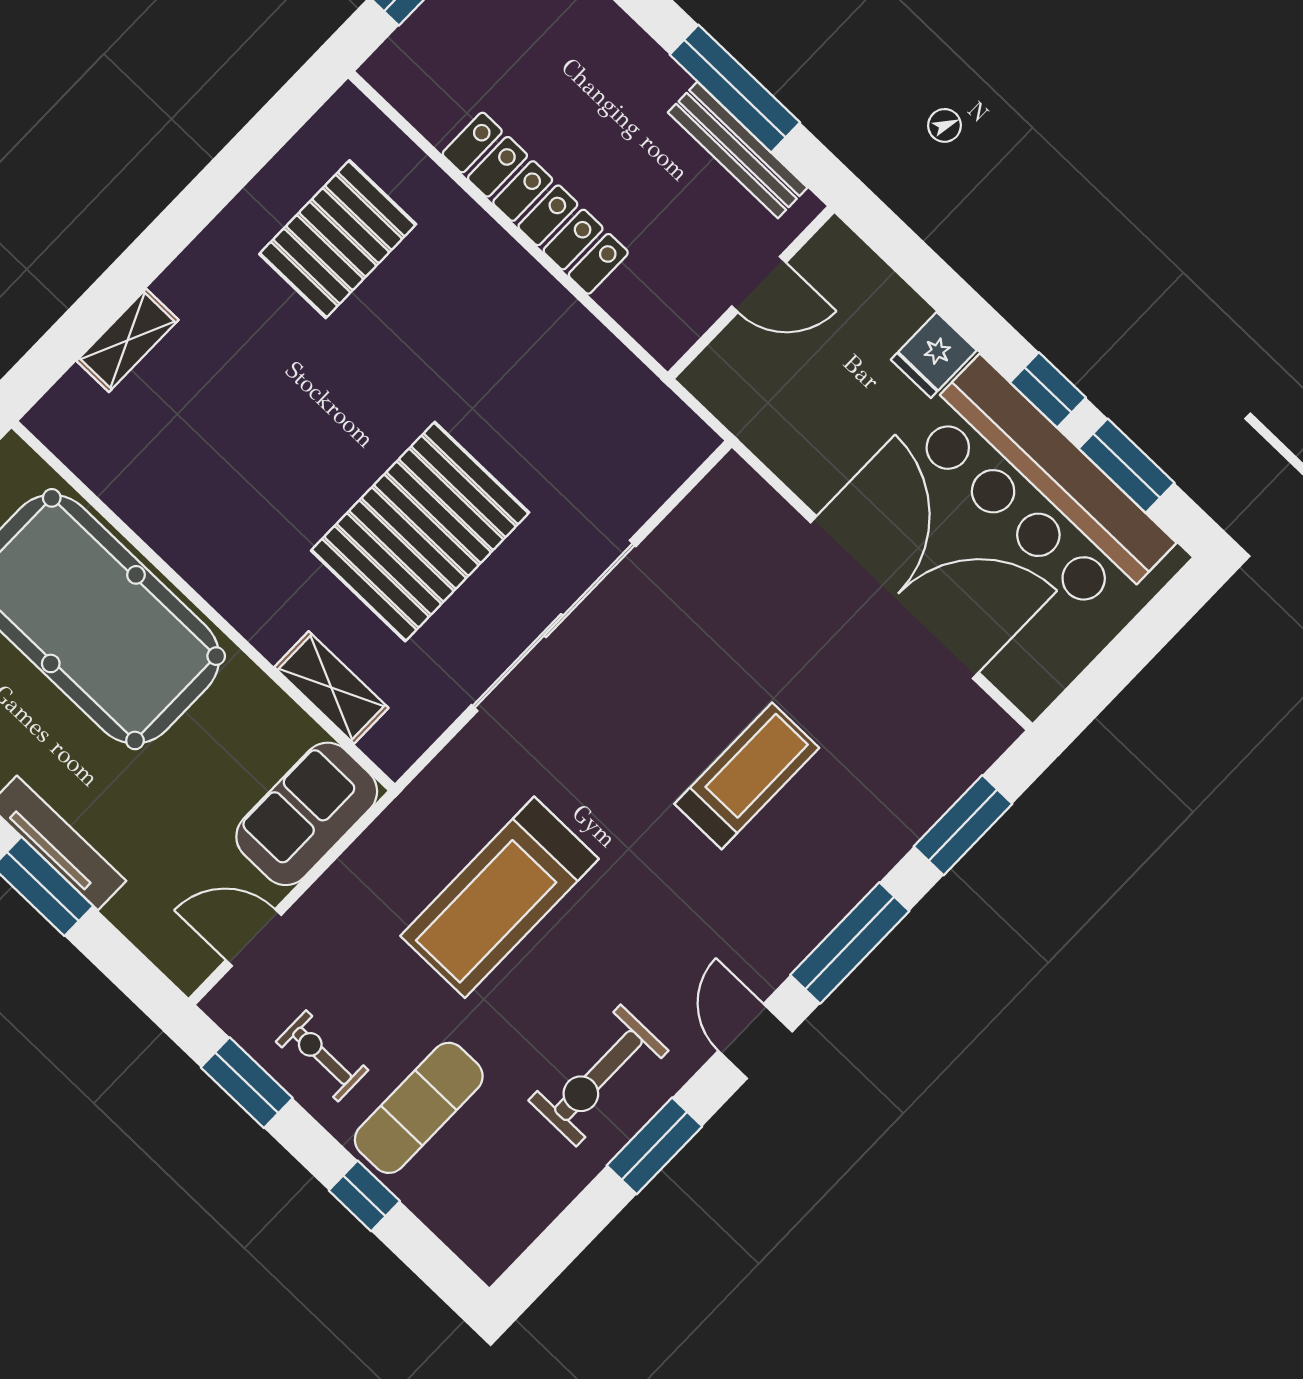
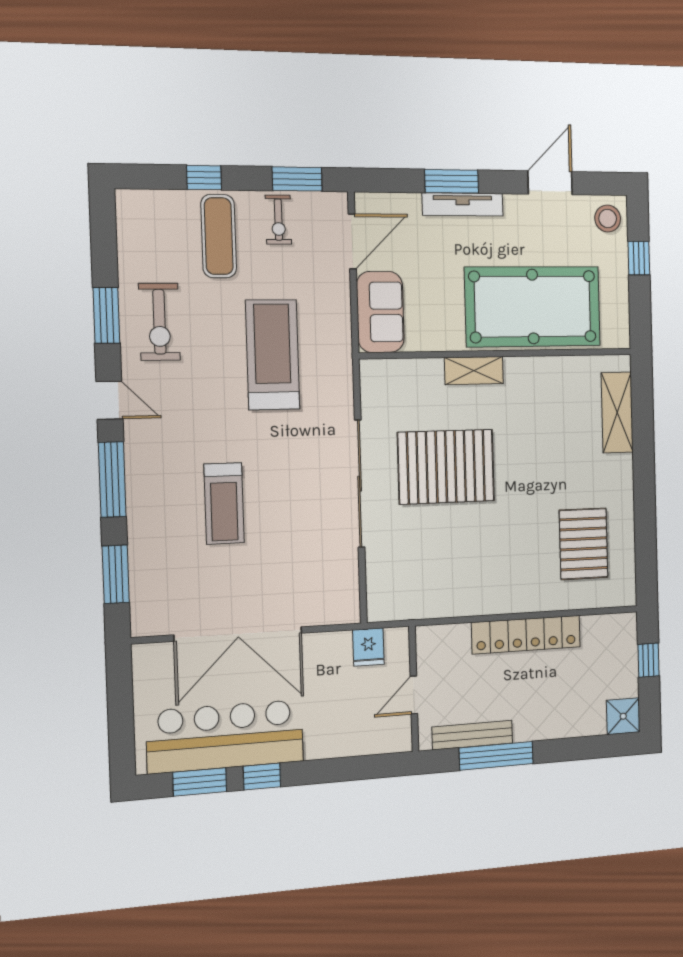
shelving: (128, 340) -> (617, 412), width x1.50, depth x1.33
fridge: (934, 355) -> (368, 647), moved, turned 180
pallet: (420, 532) -> (446, 467), turned 90
shelving: (331, 687) -> (474, 371), moved
door: (253, 937) -> (352, 241), width x1.38
exercise bike: (322, 1056) -> (278, 220), turned 90
exercise bike: (598, 1076) -> (159, 322), turned 180

